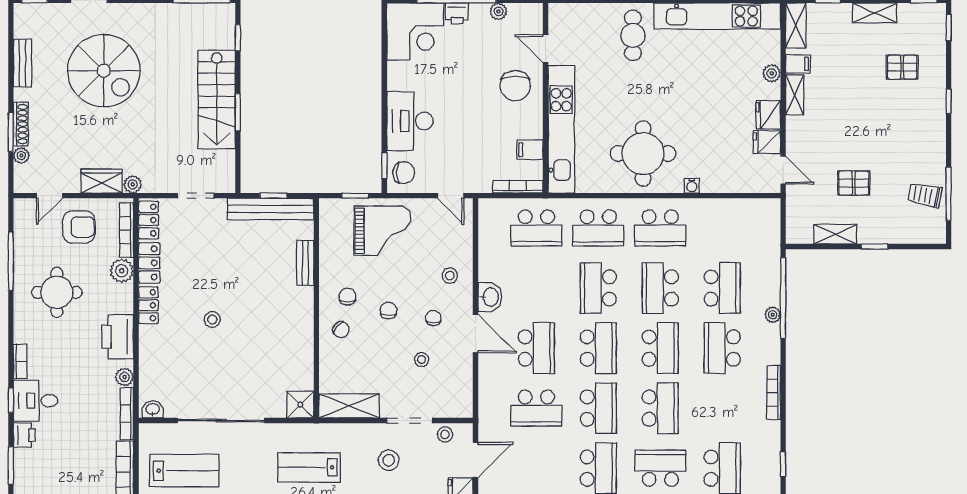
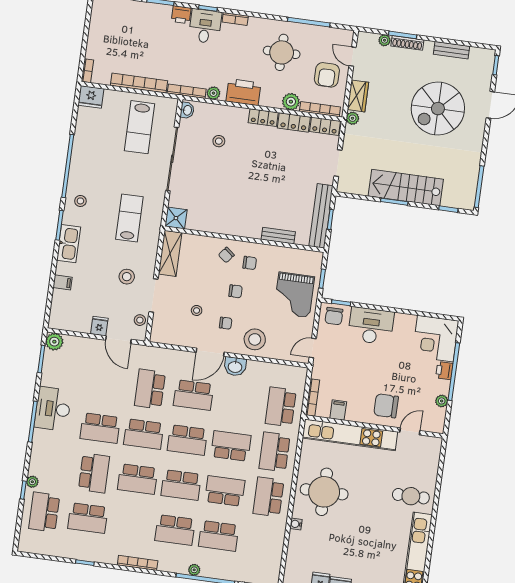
stool: (450, 276) -> (255, 339), width x1.89, depth x1.89
stool: (212, 320) -> (219, 141), moved
school desk: (722, 348) -> (175, 530), turned 180

